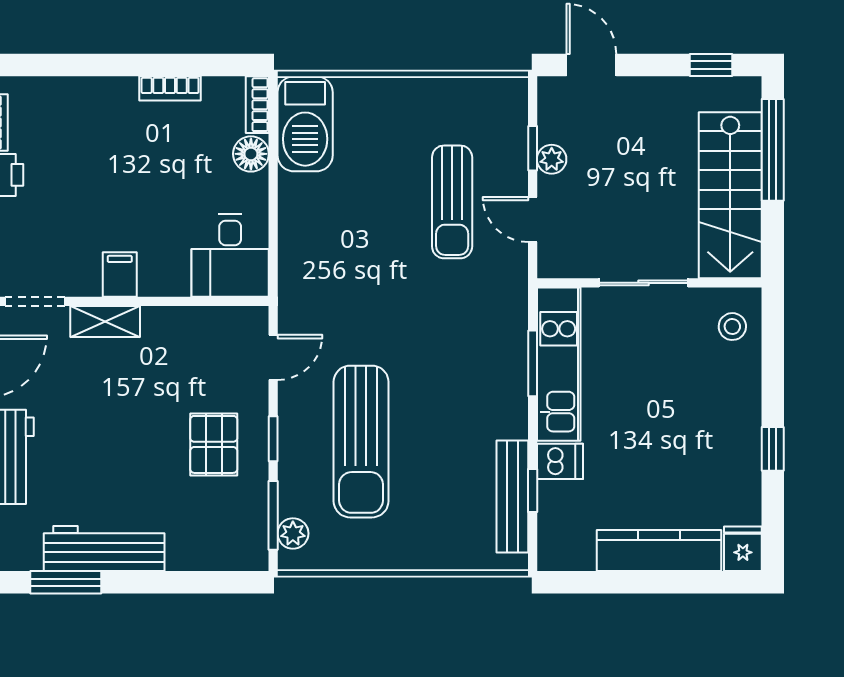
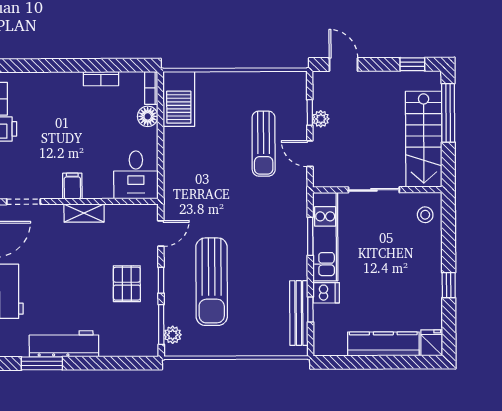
shelving: (105, 322) -> (84, 213), moved

